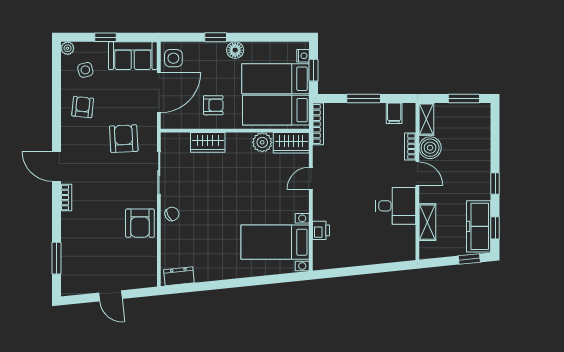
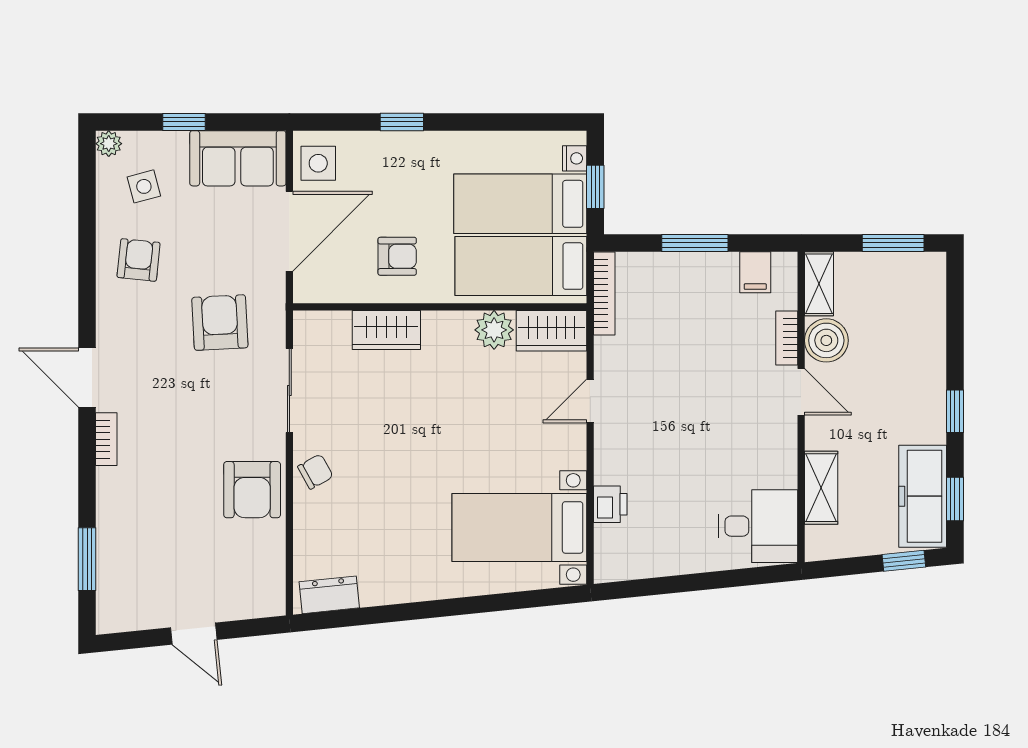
floor lamp: (235, 50) -> (440, 147), removed
desk: (396, 206) -> (758, 526), moved

